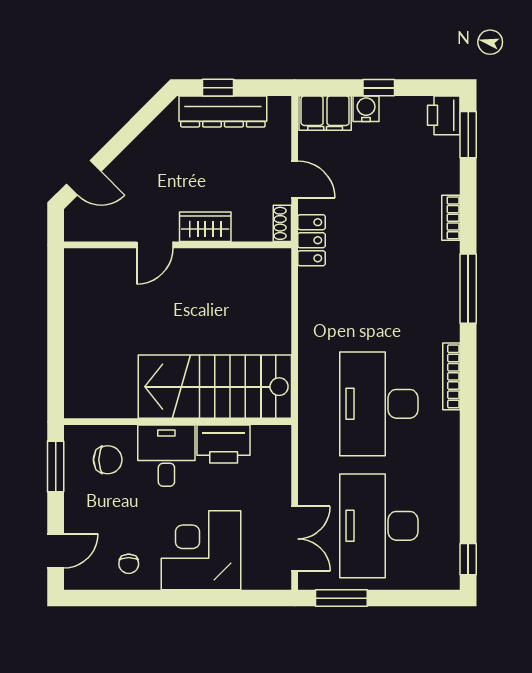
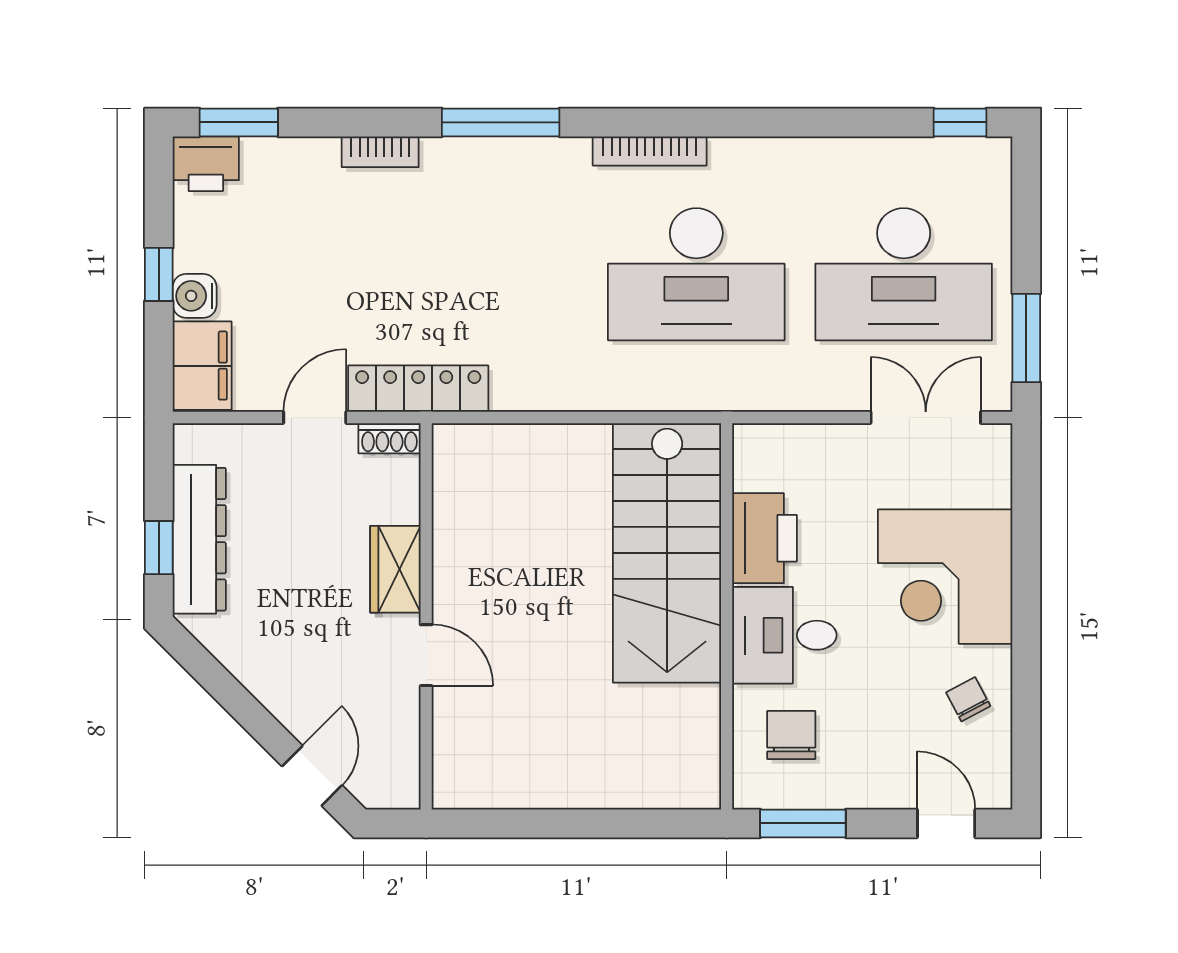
locker: (311, 240) -> (418, 389), width x1.53
chair: (129, 564) -> (968, 699), turned -118

